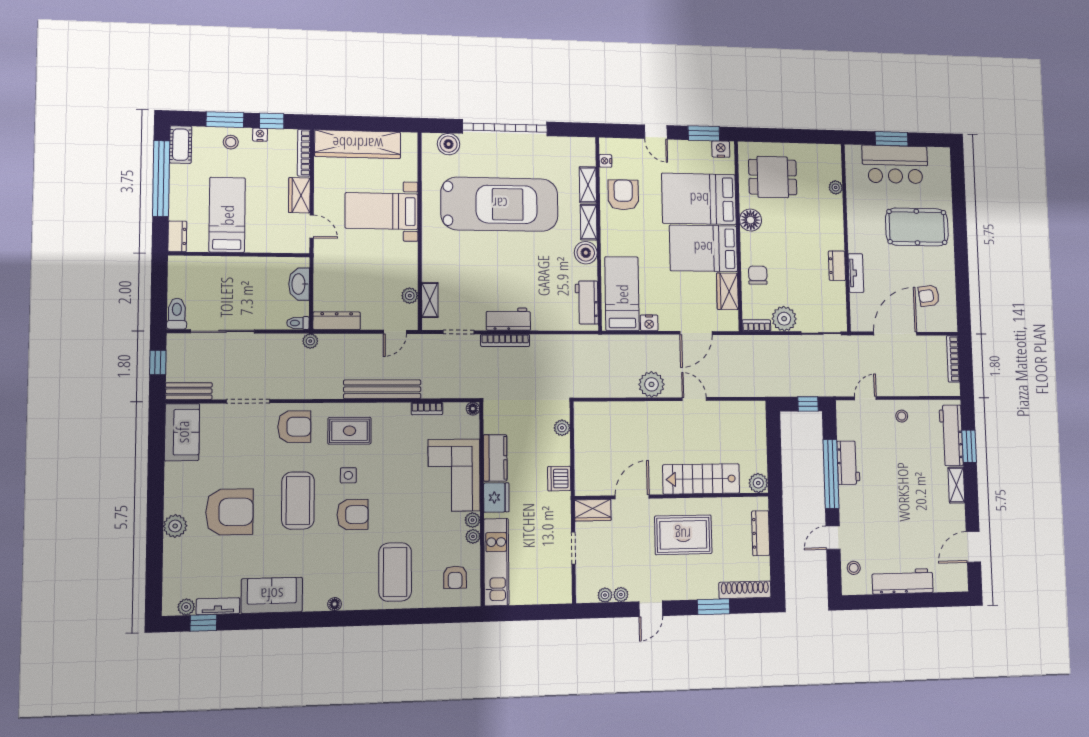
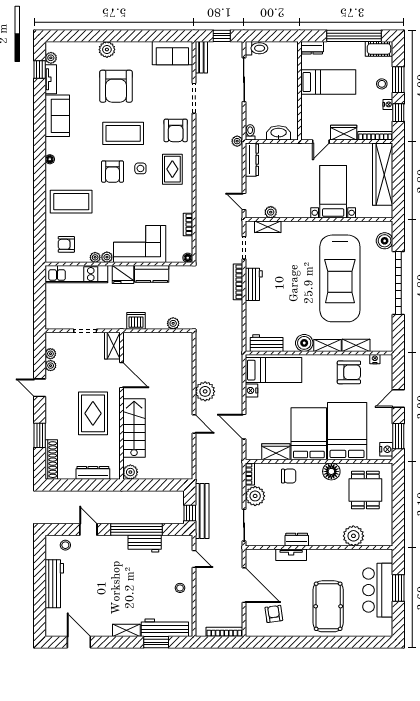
plant: (836, 187) -> (353, 536), width x1.88, depth x1.88
bench: (382, 389) -> (202, 511), moved
door: (694, 399) -> (194, 424), hinge flipped

